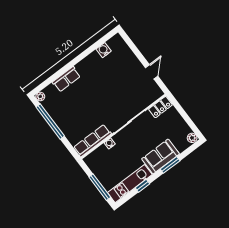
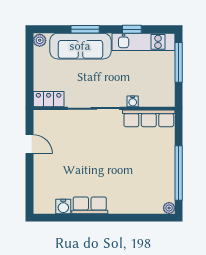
door: (152, 72) -> (29, 144), swing flipped
row of seats: (66, 79) -> (90, 205), moved
sofa: (161, 156) -> (80, 46), width x1.36

